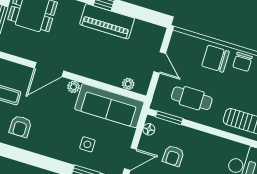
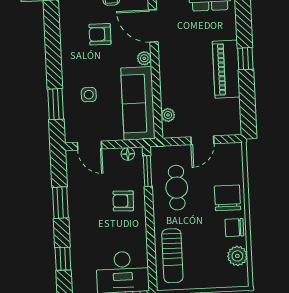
armchair: (20, 126) -> (100, 34), moved
armchair: (173, 156) -> (123, 201), moved

